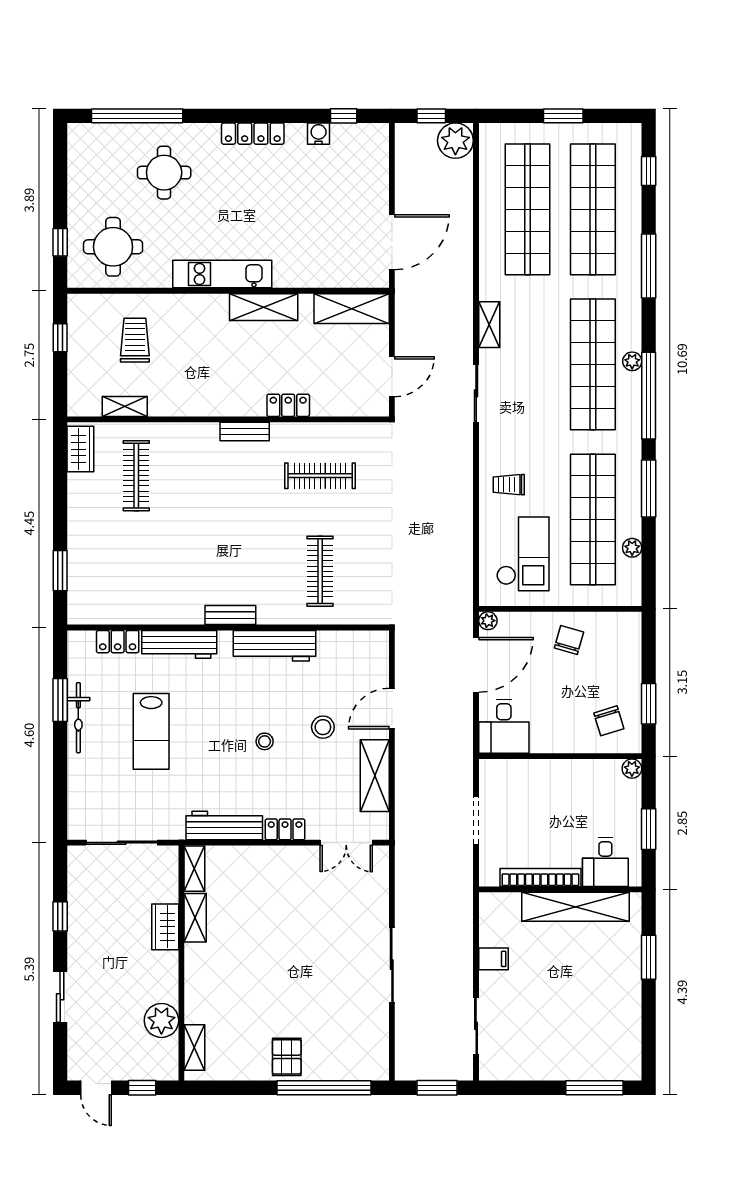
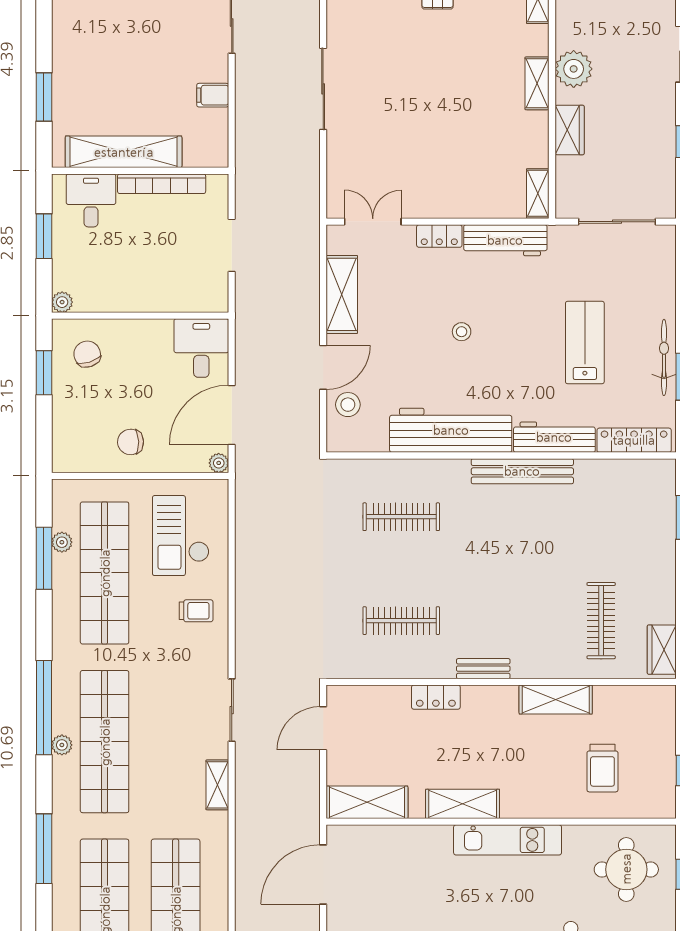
shelving: (125, 407) -> (556, 699), moved, width x1.50, depth x1.33
window: (649, 488) -> (44, 558), moved
clothes rail: (320, 571) -> (401, 517), turned 90
bench: (230, 615) -> (522, 471), width x1.86, depth x1.21
chair: (569, 640) -> (131, 442), turned 72
locker: (118, 642) -> (634, 440), width x1.53
workbench: (275, 646) -> (451, 430), width x1.36, depth x1.32
stool: (323, 727) -> (348, 405), moved
shelving: (195, 918) -> (537, 83), moved
plant: (161, 1020) -> (574, 69), moved

